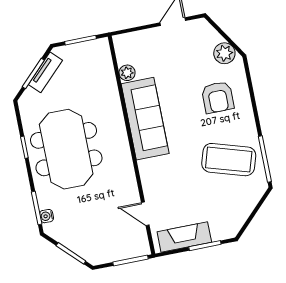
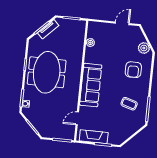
sofa: (145, 119) -> (91, 85), moved
coffee table: (229, 160) -> (129, 104), width x0.54, depth x0.58
door: (145, 214) -> (77, 118), hinge flipped

